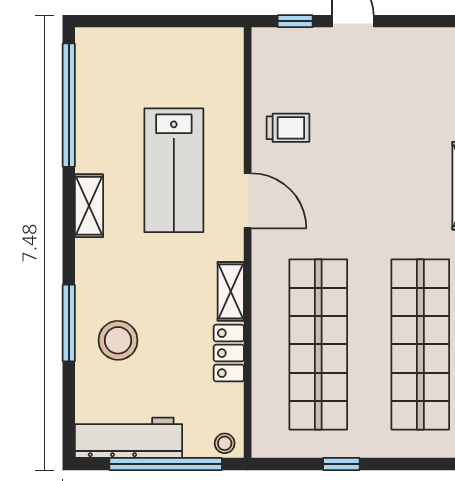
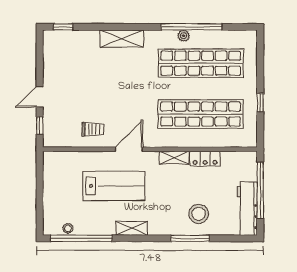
trolley: (288, 128) -> (93, 129), turned 90
stool: (225, 443) -> (68, 228), moved

